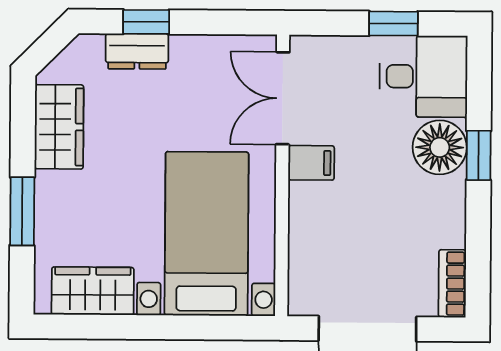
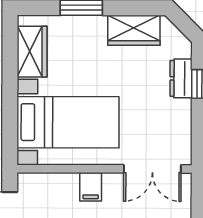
double door: (283, 98) -> (152, 169), swing flipped
filing cabinet: (311, 163) -> (91, 187), moved

